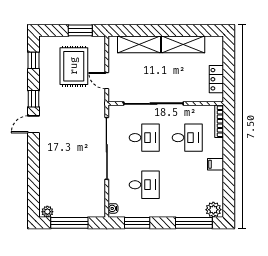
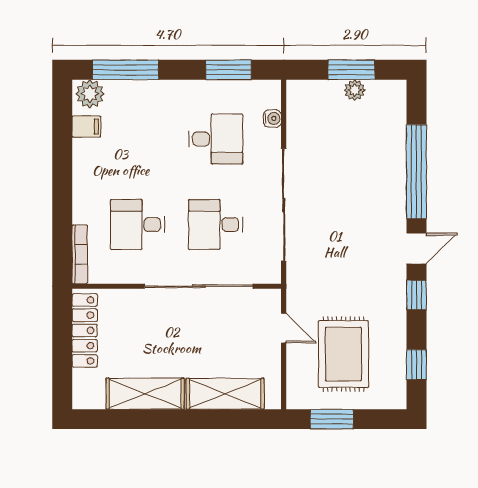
locker: (216, 79) -> (85, 330), width x1.53
filing cabinet: (215, 164) -> (86, 127), moved
window: (34, 167) -> (416, 172), added
desk: (144, 185) -> (216, 139), turned 180
water cooler: (113, 208) -> (272, 119), moved
plant: (47, 212) -> (355, 90), moved
window: (69, 223) -> (351, 70), width x0.69

